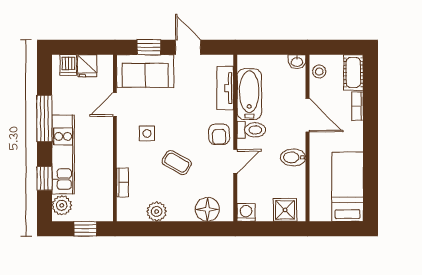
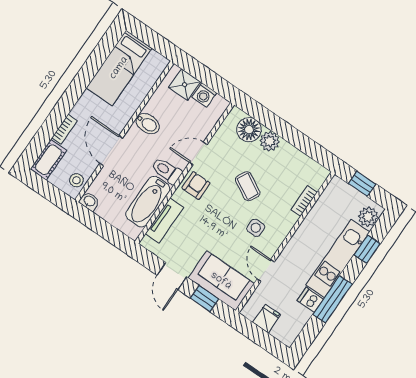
dishwasher: (68, 65) -> (310, 300), moved, turned -90
door: (115, 104) -> (266, 270), swing flipped
plant: (157, 211) -> (270, 141), moved
washing machine: (246, 212) -> (204, 95), moved

